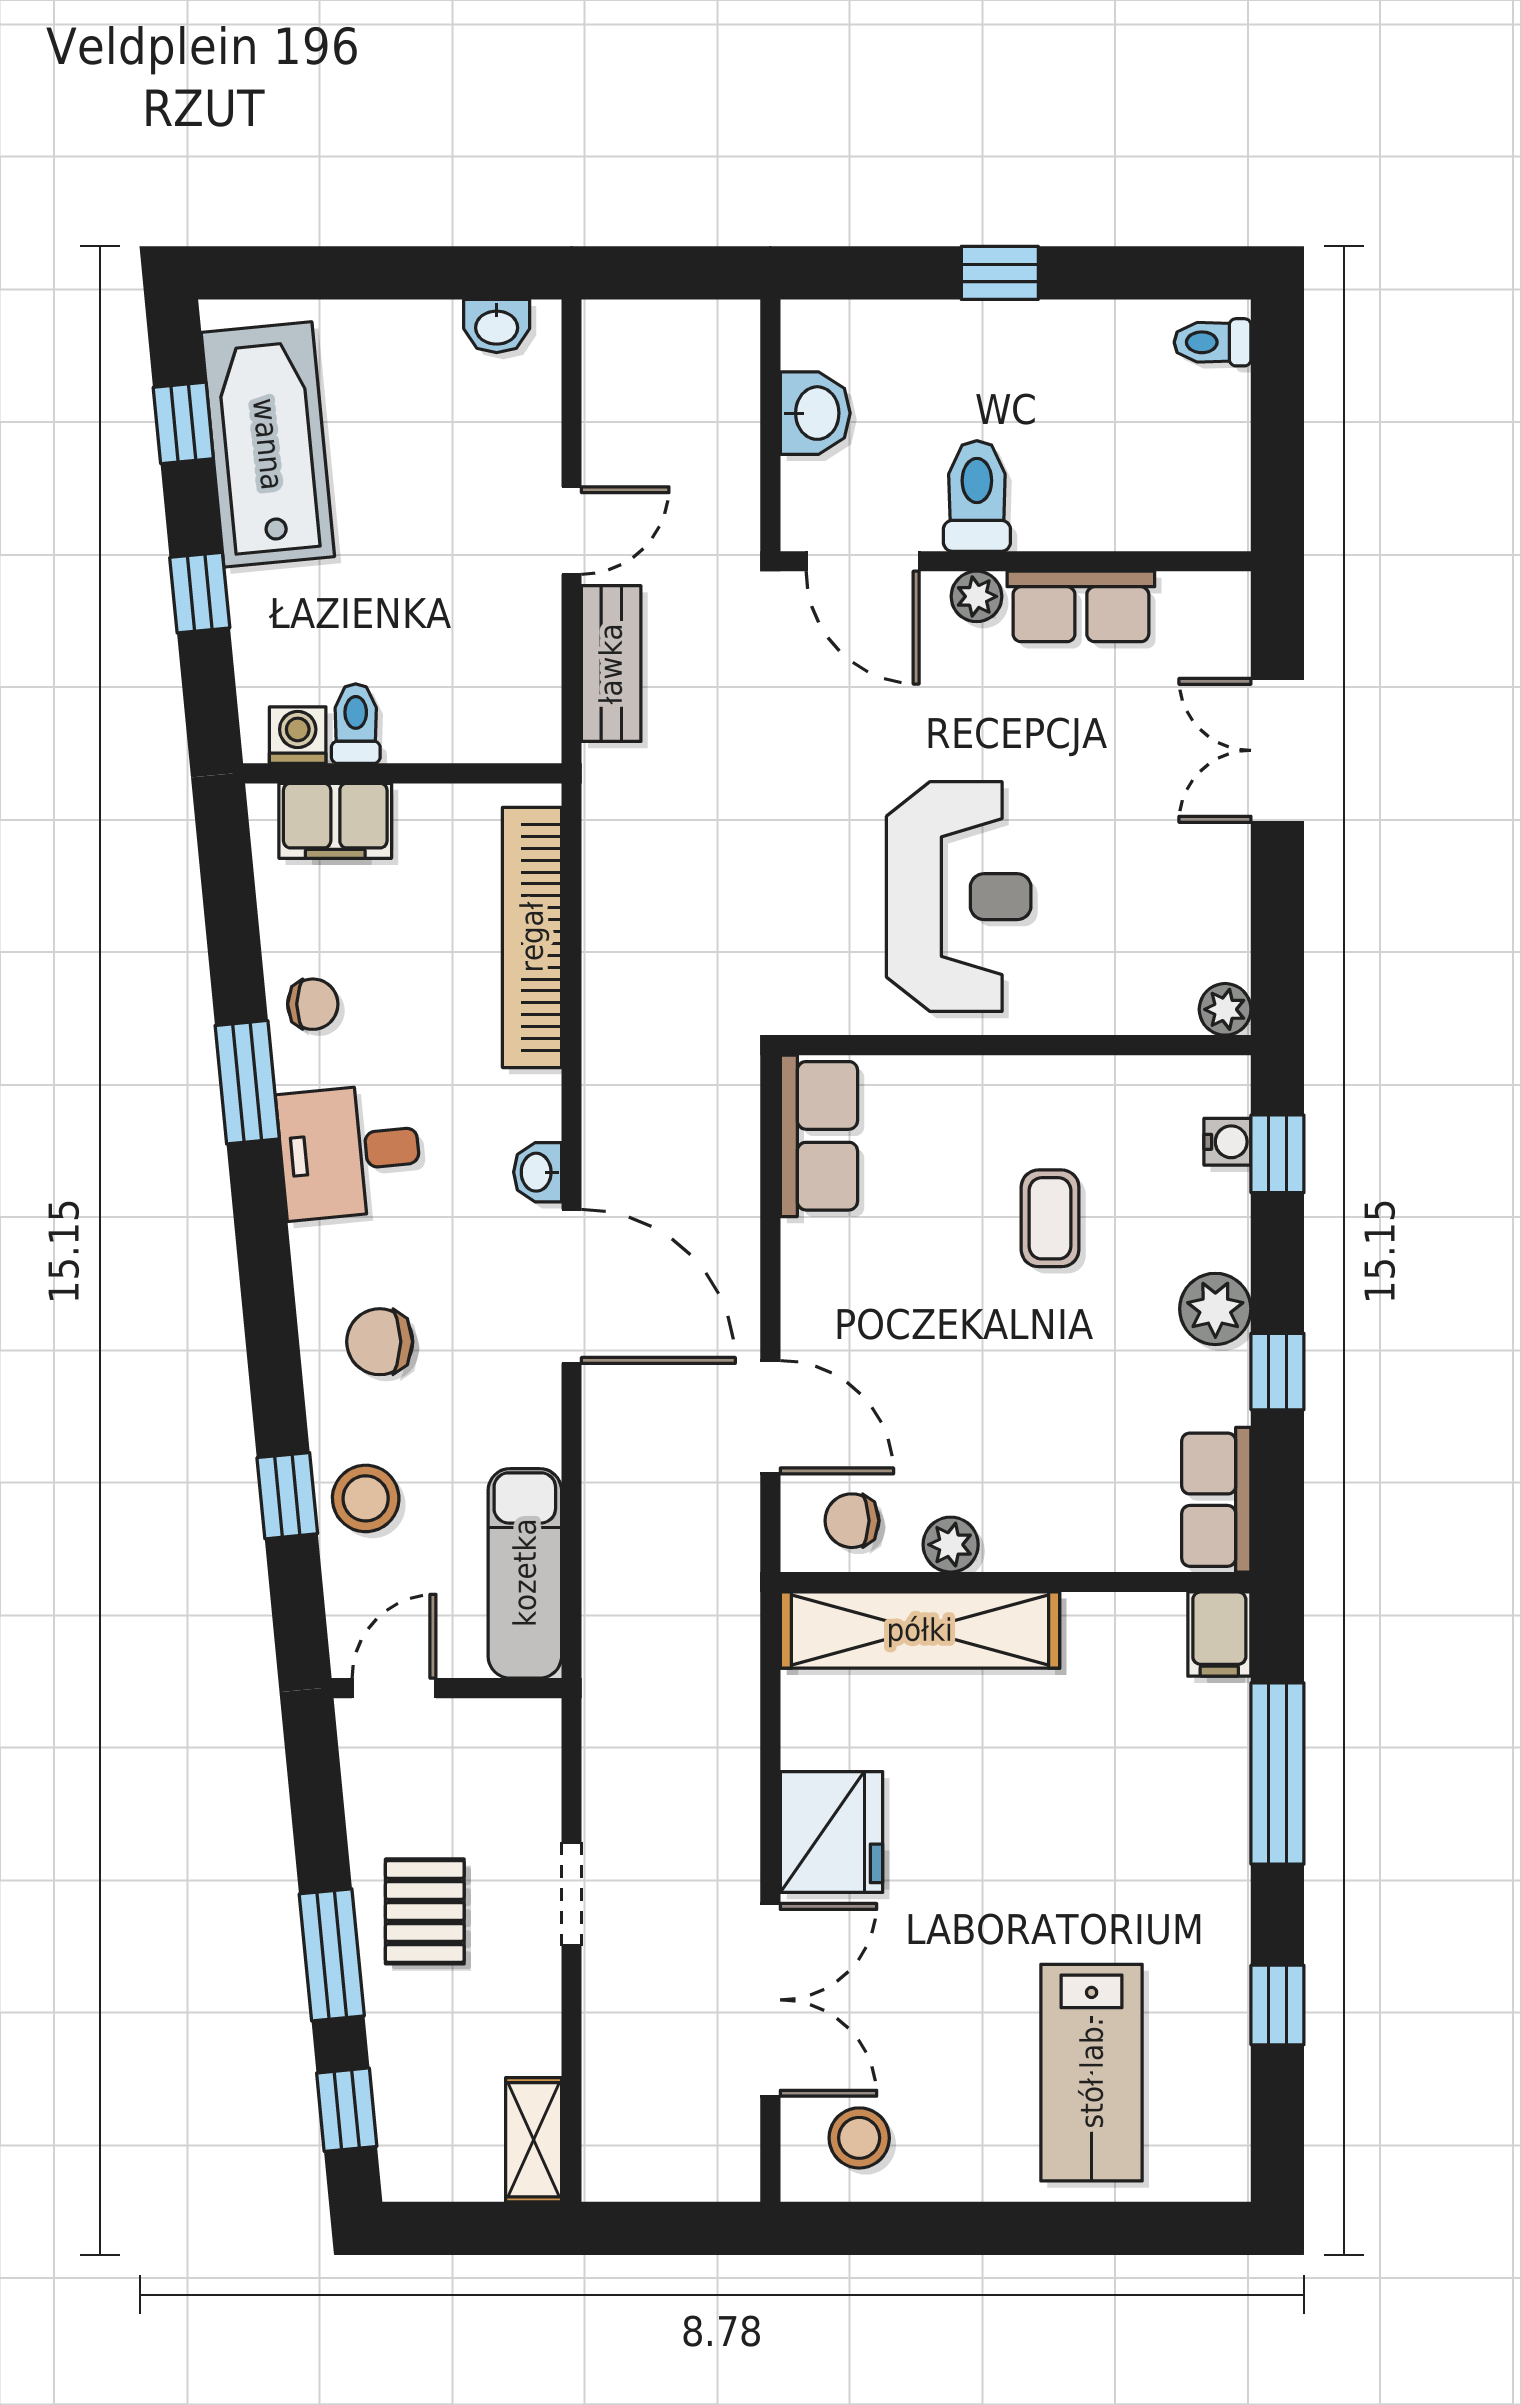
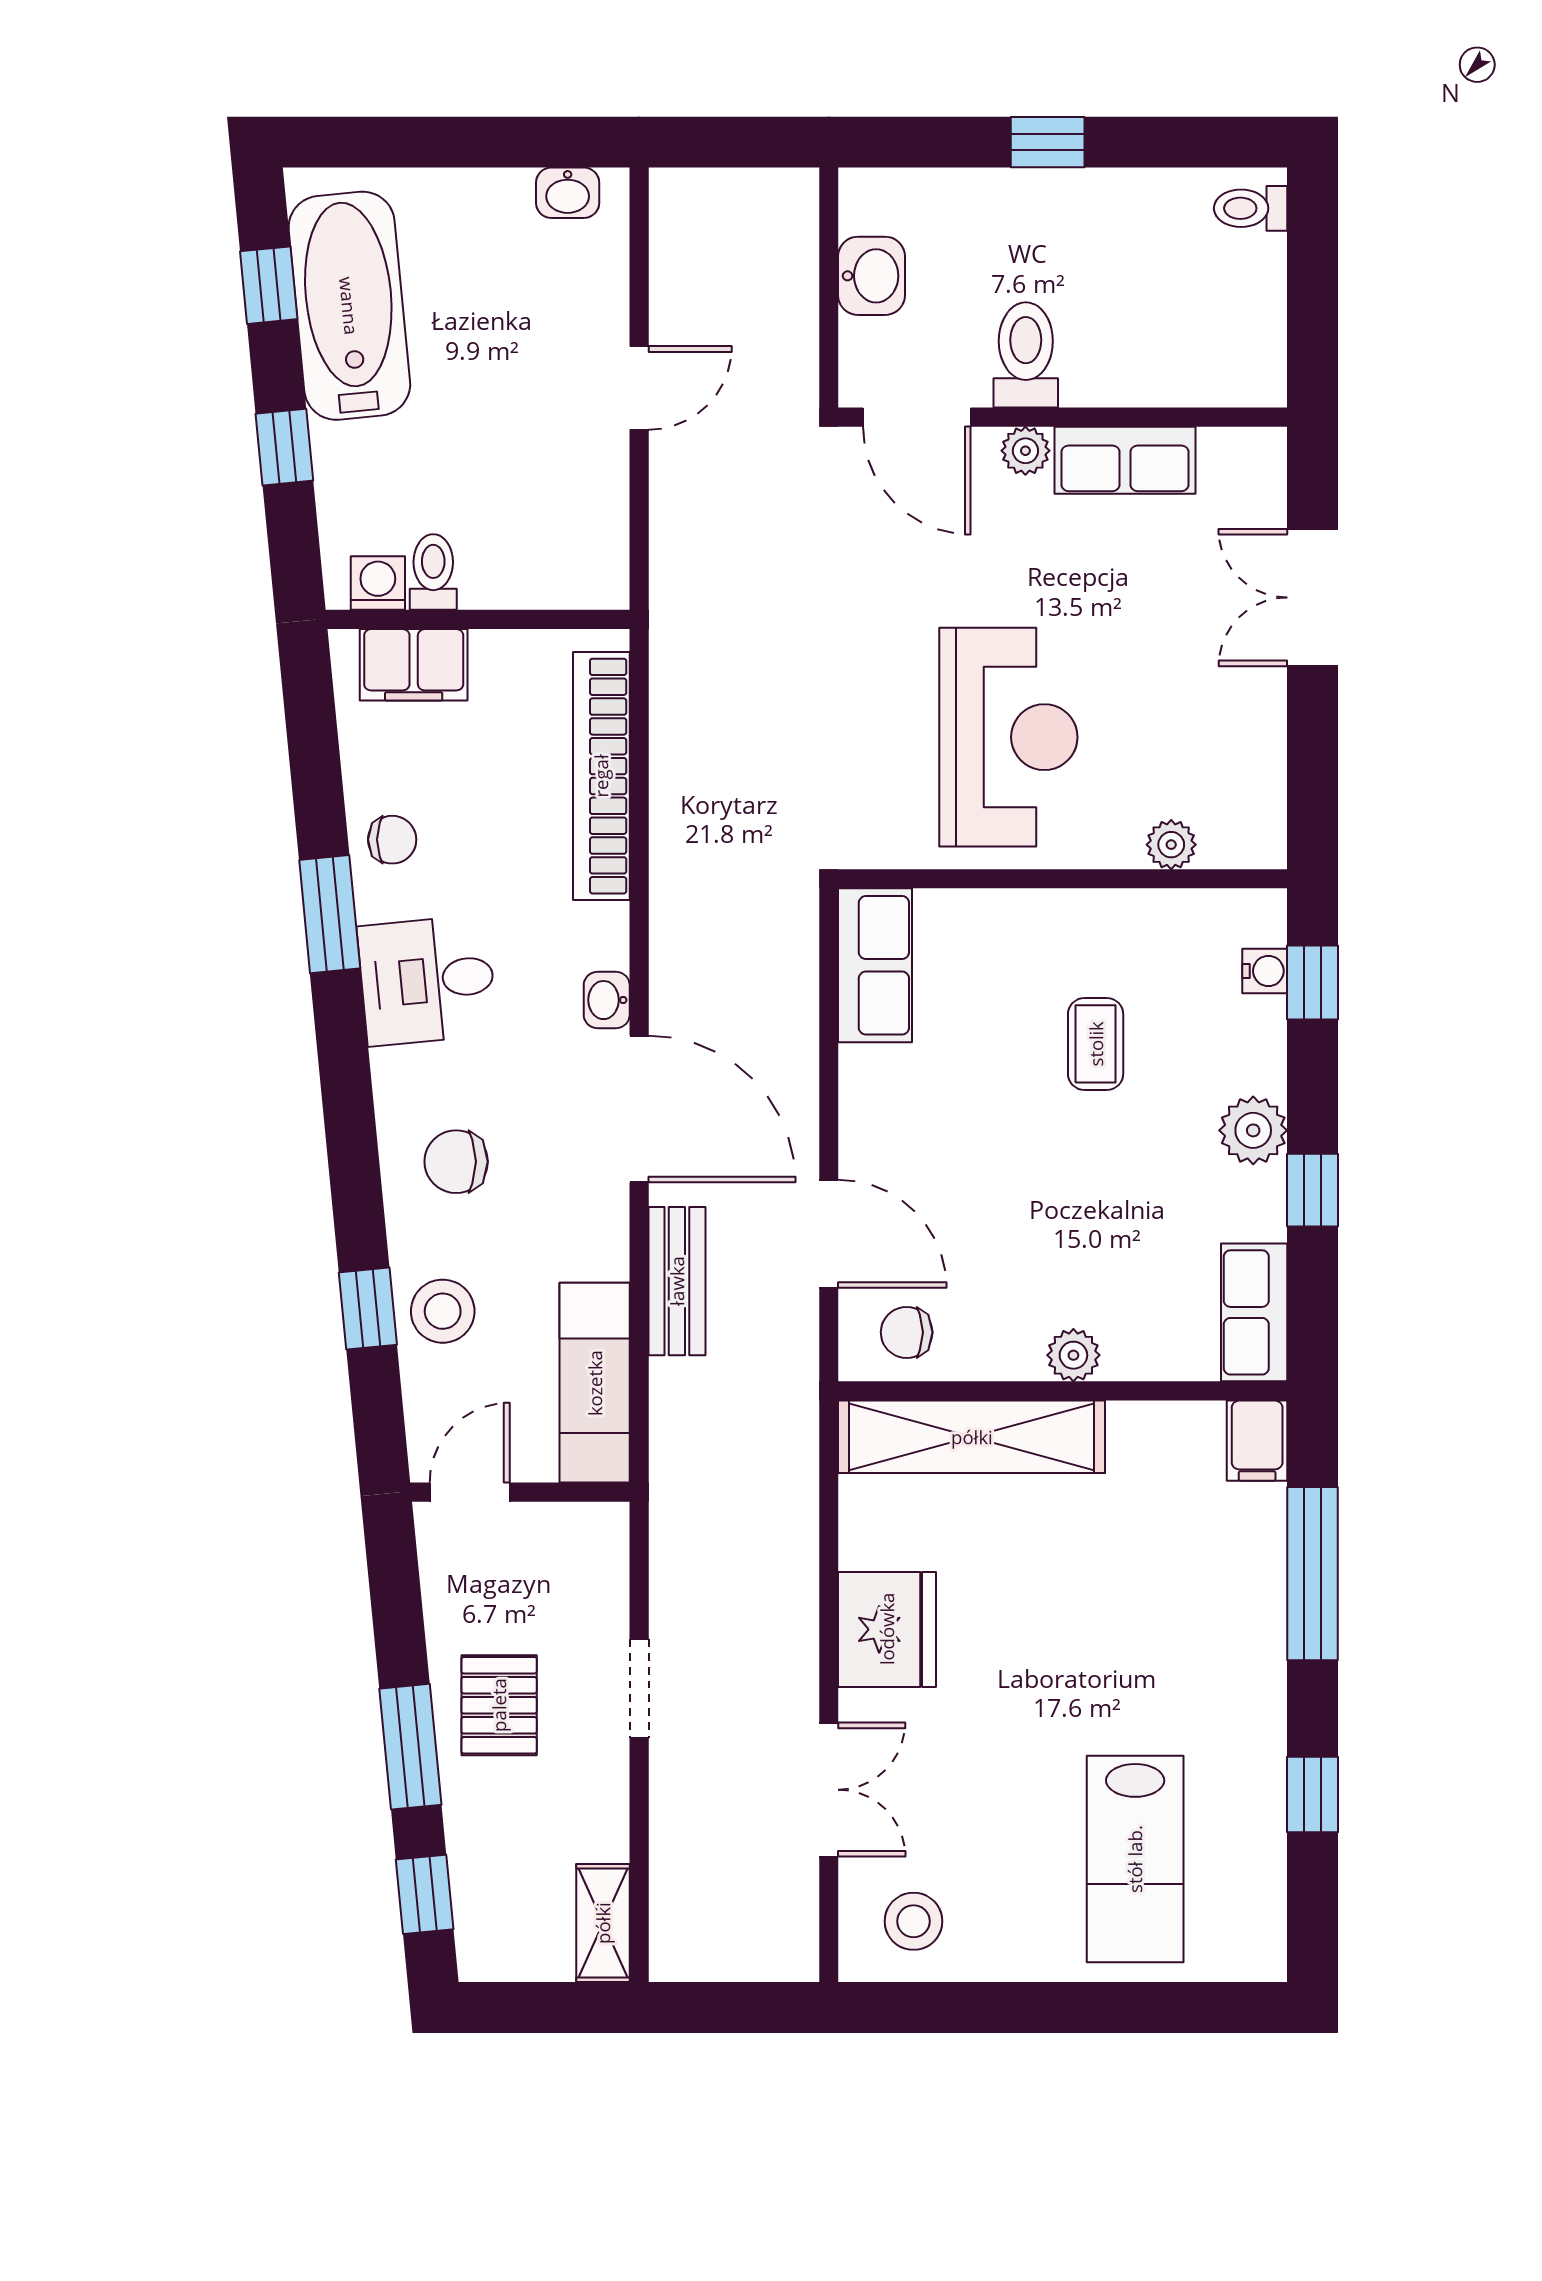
bench: (611, 664) -> (677, 1281), moved
plant: (1225, 1009) -> (1171, 845), moved
plant: (951, 1545) -> (1073, 1355), moved
double door: (770, 2000) -> (829, 1790), width x0.73

